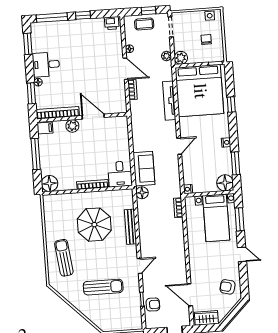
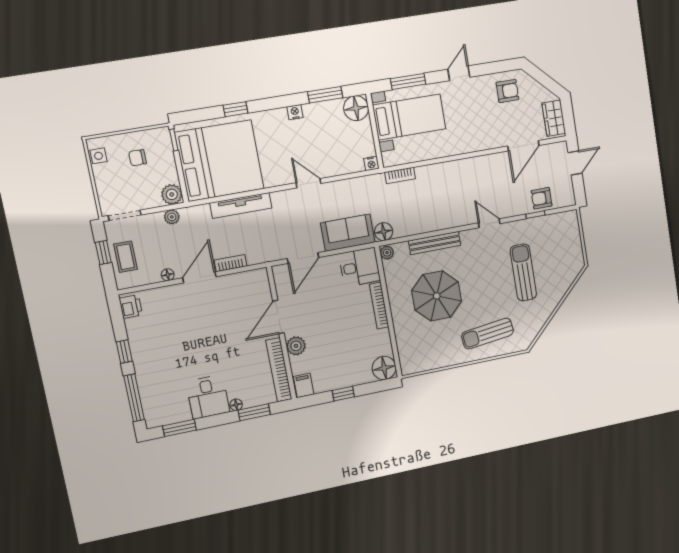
door: (130, 137) -> (303, 258), added
window: (36, 154) -> (343, 394), width x0.46
plant: (128, 194) -> (387, 253), added
armchair: (227, 287) -> (507, 91), turned -104
armchair: (153, 305) -> (542, 198), turned -90

